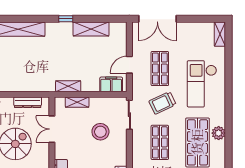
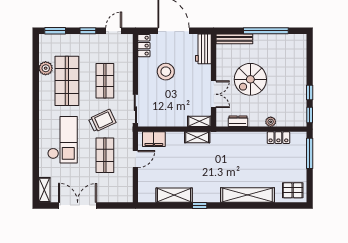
double door: (157, 19) -> (78, 205), moved
dresser: (28, 102) -> (238, 121), width x0.70
shelving: (77, 102) -> (199, 121), moved
stool: (100, 132) -> (166, 72), moved
plant: (219, 133) -> (46, 68), moved

